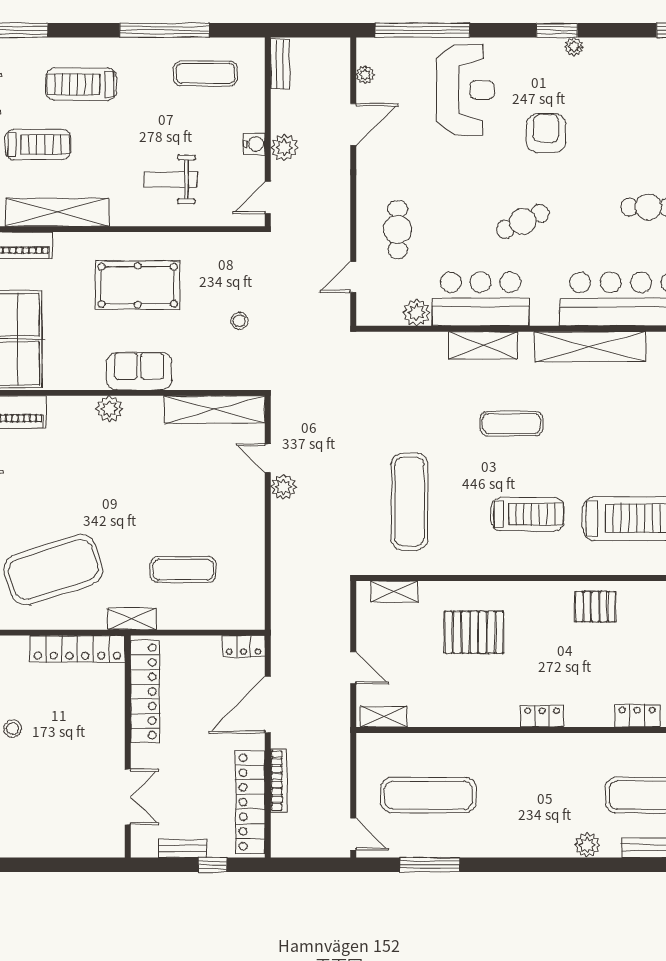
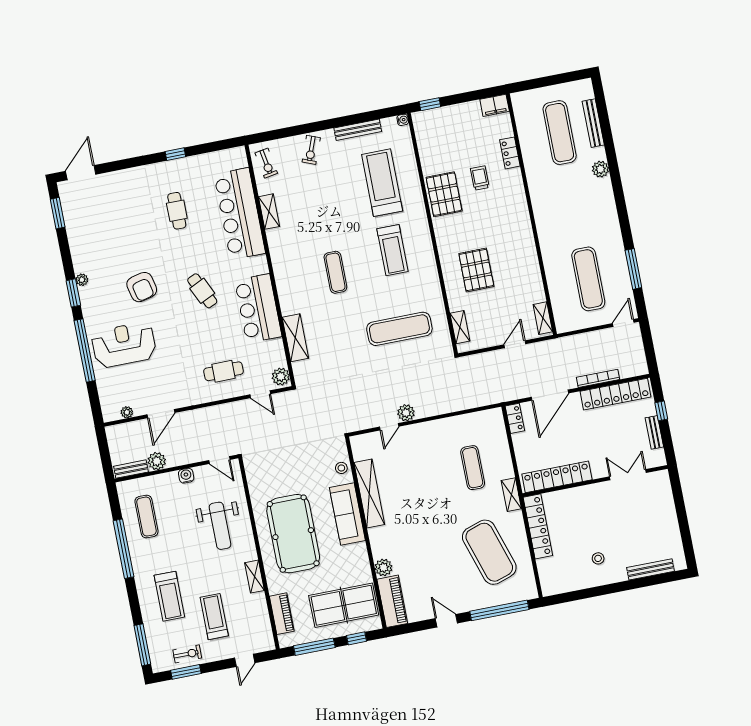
window: (422, 30) -> (85, 351), moved
door: (353, 124) -> (161, 414), swing flipped
armchair: (546, 133) -> (142, 287), turned -103
plant: (284, 148) -> (157, 461), moved
weight bench: (170, 179) -> (220, 526), width x1.36, depth x1.33
shelving: (57, 212) -> (255, 577), width x0.45, depth x0.75
pool table: (138, 285) -> (293, 534), width x1.36, depth x1.32
plant: (417, 312) -> (281, 377), moved
stool: (239, 321) -> (341, 468), moved
shelving: (483, 345) -> (295, 338), moved
shelving: (590, 347) -> (269, 212), width x0.45, depth x0.75
sofa: (139, 371) -> (347, 514), width x1.36
plant: (109, 409) -> (384, 567), moved
shelving: (214, 409) -> (369, 493), moved
treadmill: (528, 514) -> (392, 250), turned 180
pallet: (595, 607) -> (444, 194), width x1.50, depth x1.42
trolley: (609, 664) -> (480, 178), added
door: (268, 705) -> (550, 395), hinge flipped
locker: (542, 716) -> (522, 215), removed

